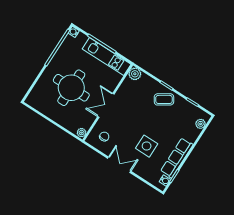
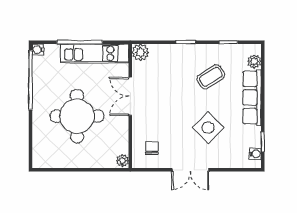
coffee table: (164, 99) -> (211, 77), moved
double door: (106, 105) -> (130, 96), moved
side table: (147, 146) -> (208, 127), turned 45
row of seats: (177, 158) -> (252, 98), moved
double door: (119, 165) -> (190, 170), swing flipped

